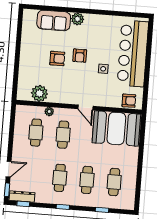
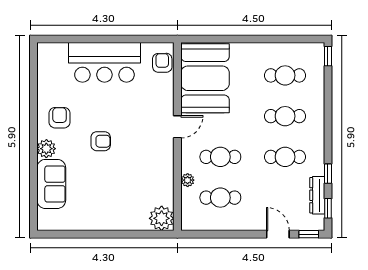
bar counter: (133, 53) -> (104, 62), width x0.73
armchair: (57, 58) -> (60, 118), moved
side table: (103, 69) -> (118, 105), removed
plant: (39, 93) -> (162, 218), moved
dresser: (22, 197) -> (317, 195), moved
window: (63, 207) -> (328, 174), moved
window: (102, 210) -> (328, 56), moved

